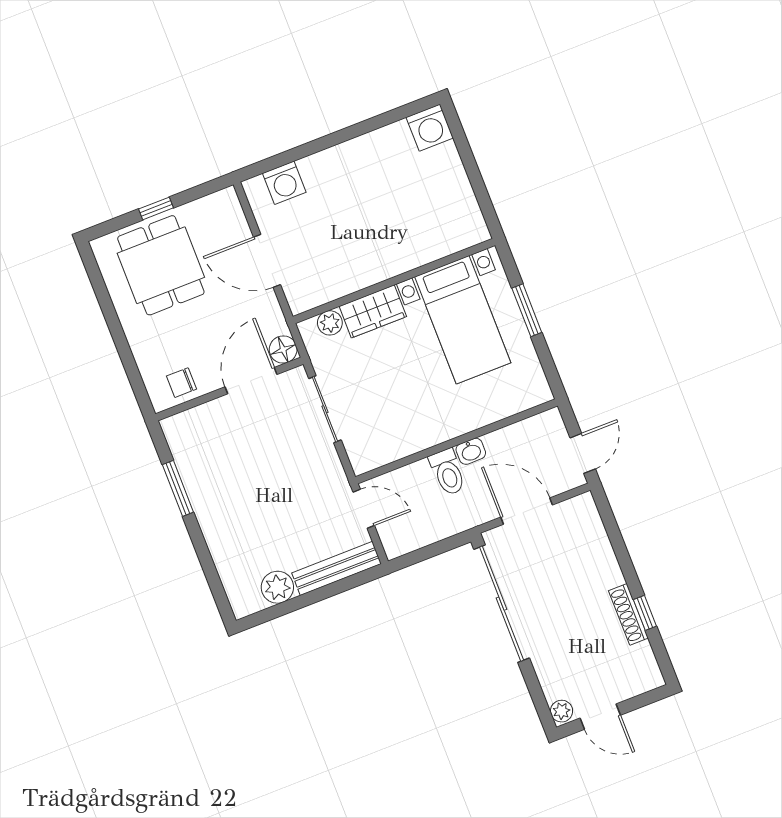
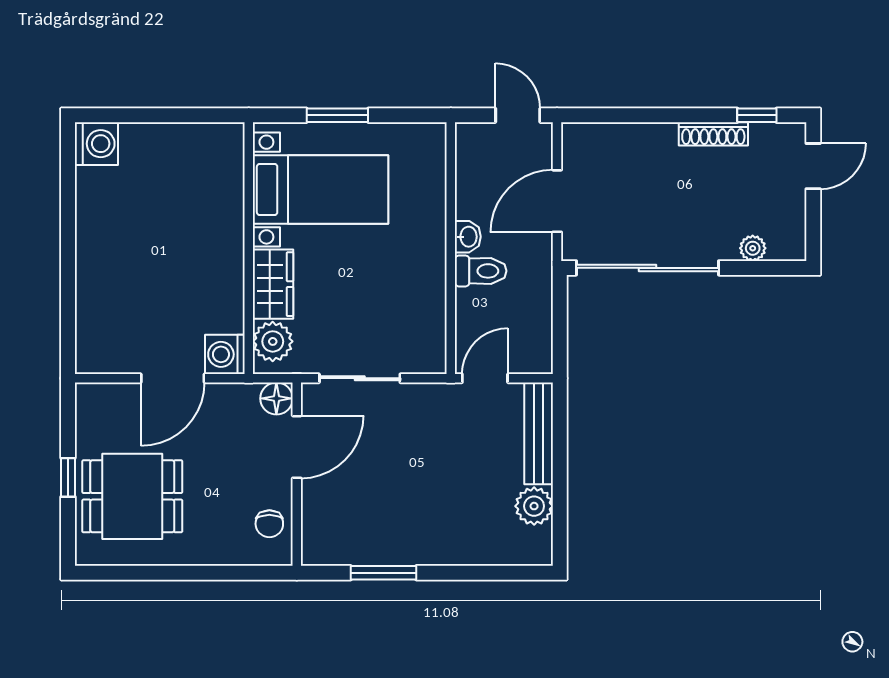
washing machine: (284, 183) -> (225, 354), moved, turned 180
plant: (330, 323) -> (273, 341), width x1.38, depth x1.38
door: (251, 381) -> (297, 447), swing flipped
window: (645, 613) -> (757, 115), moved
plant: (562, 711) -> (753, 248), moved
door: (600, 717) -> (813, 166), moved

